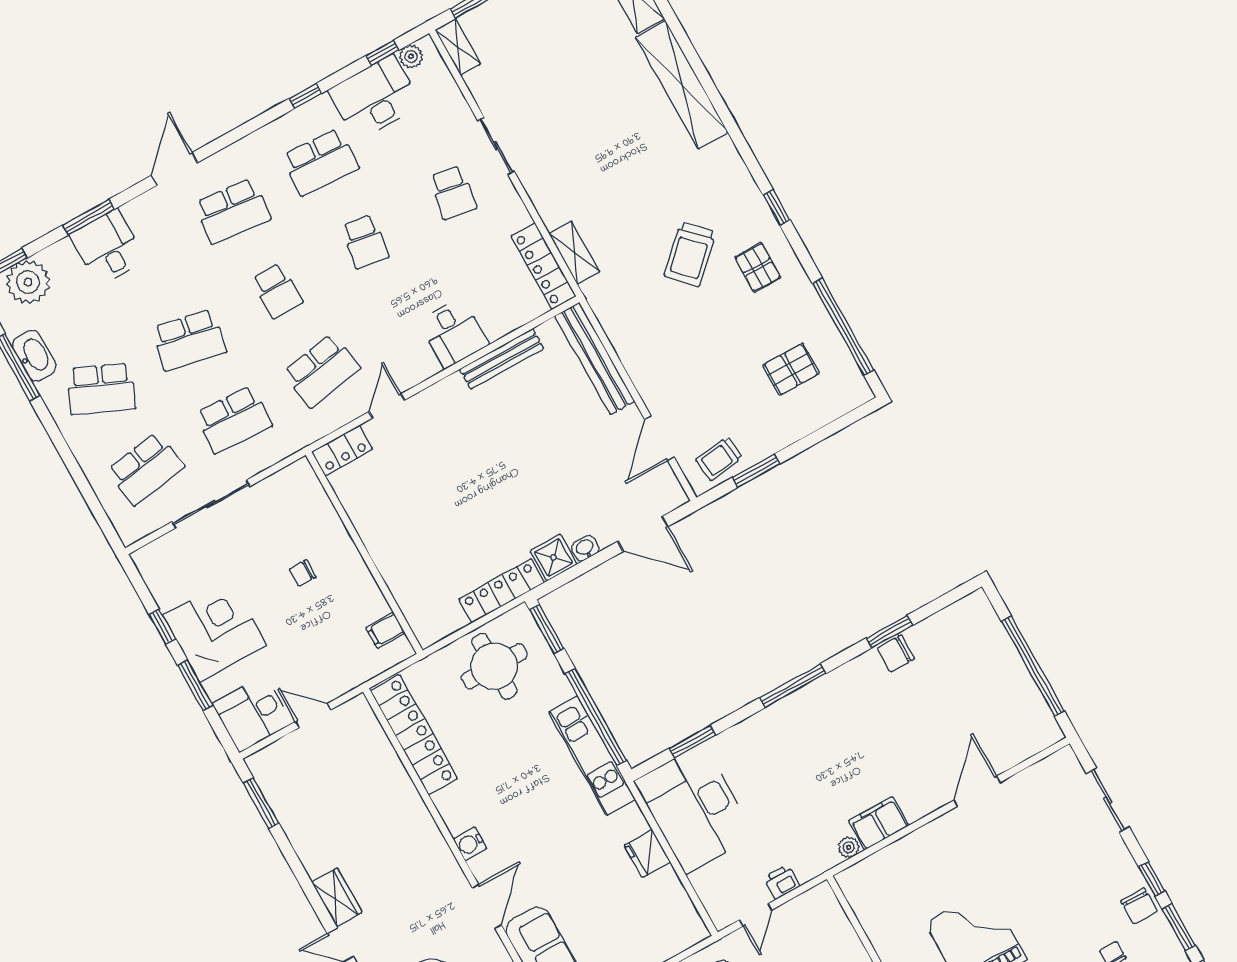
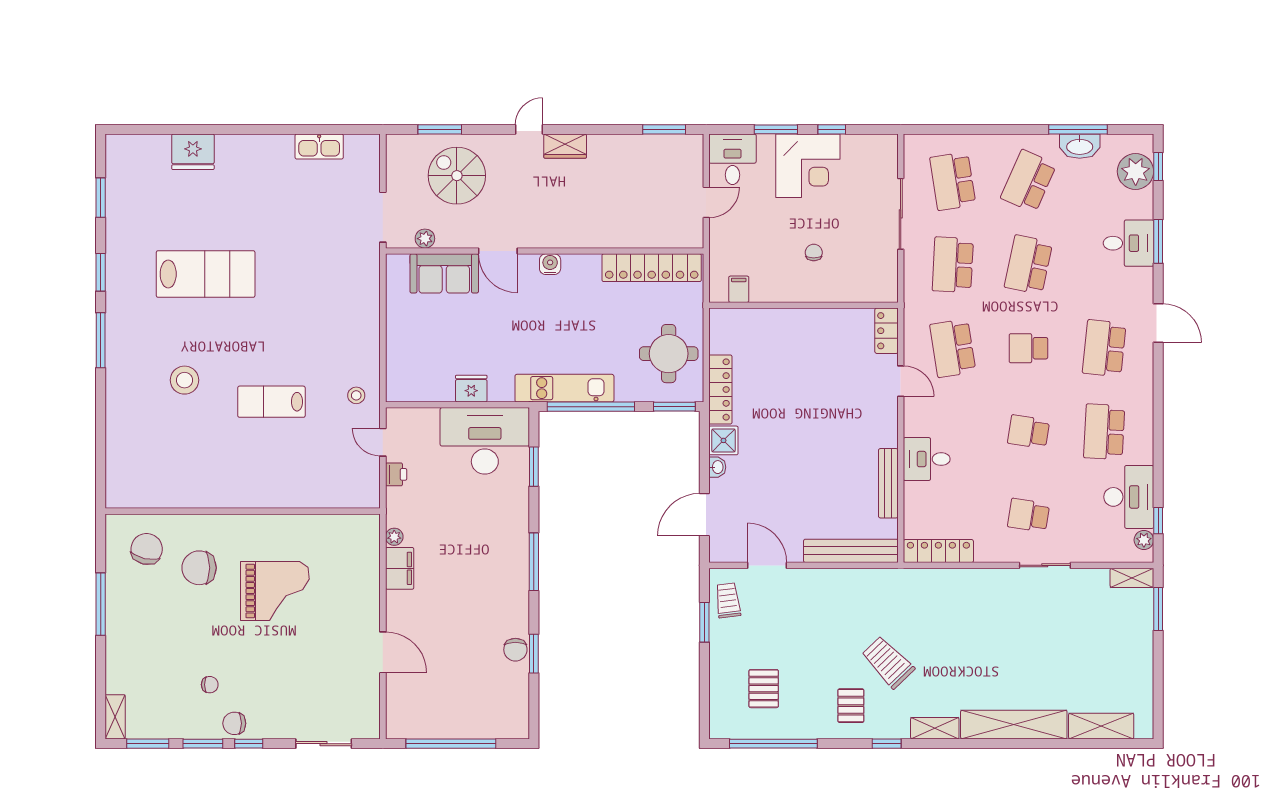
window: (305, 96) -> (1158, 448), removed
shelving: (574, 253) -> (935, 728), moved
pallet: (758, 267) -> (851, 706), turned 90
chair: (896, 653) -> (515, 650), turned 180

